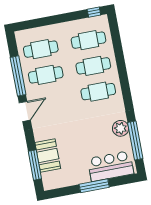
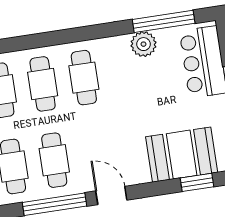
booth: (48, 155) -> (182, 155), width x1.36, depth x1.42
window: (35, 165) -> (197, 182), width x0.69

